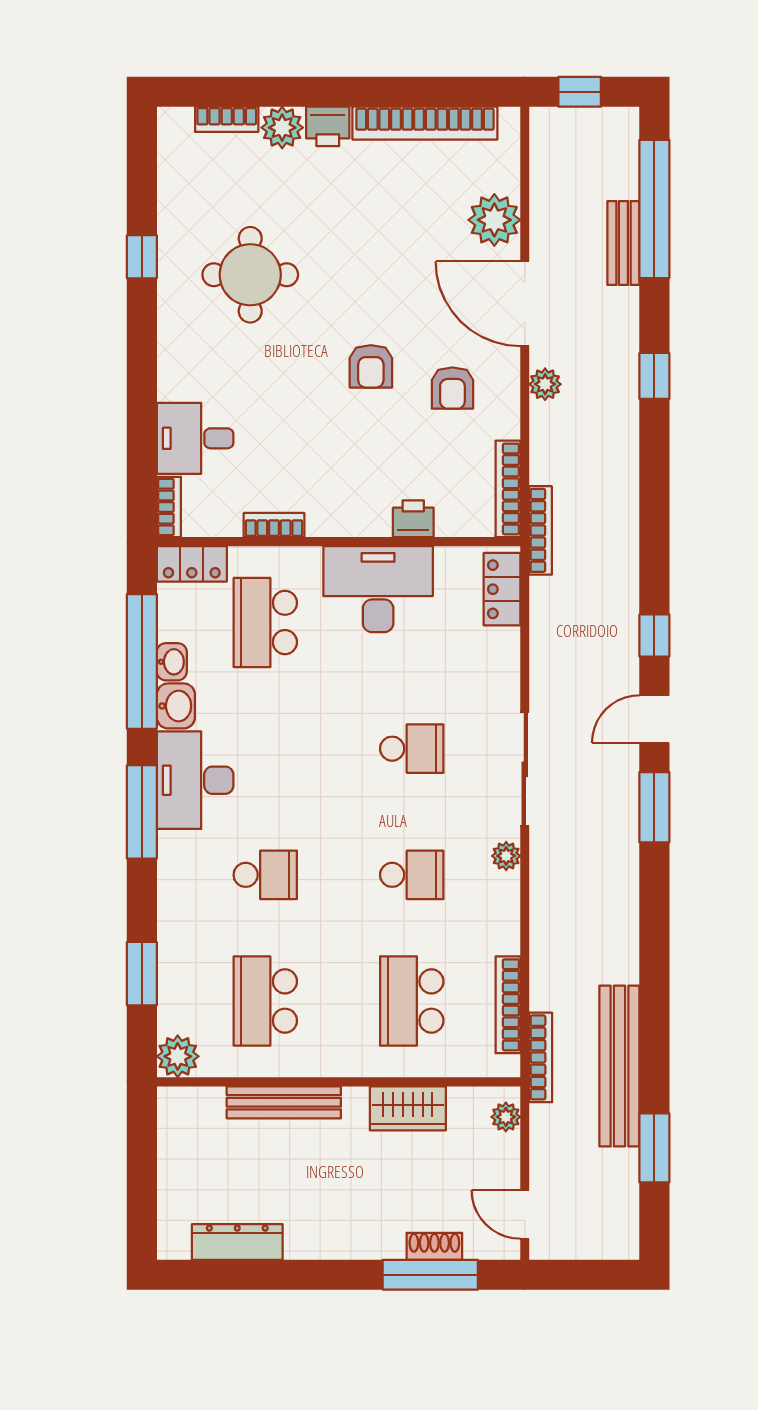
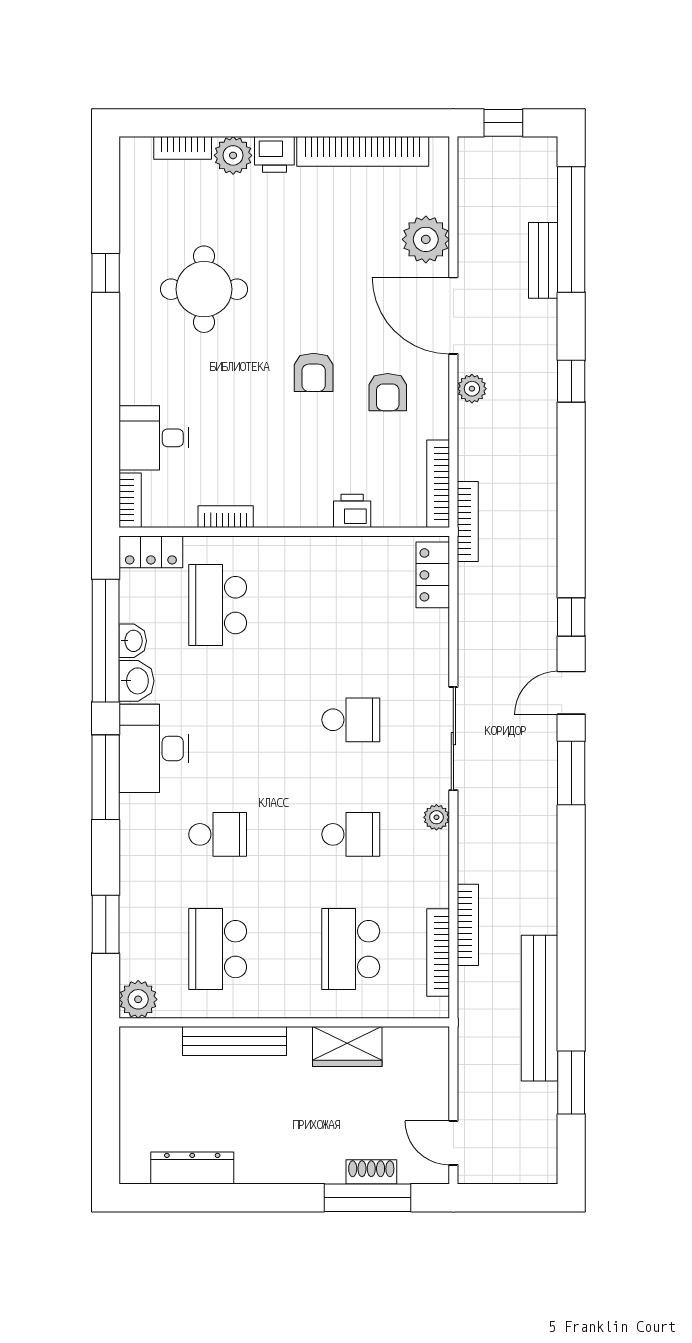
desk: (378, 589) -> (320, 575), removed
bookcase: (541, 1057) -> (468, 925), moved
plant: (506, 1117) -> (436, 1054), removed

